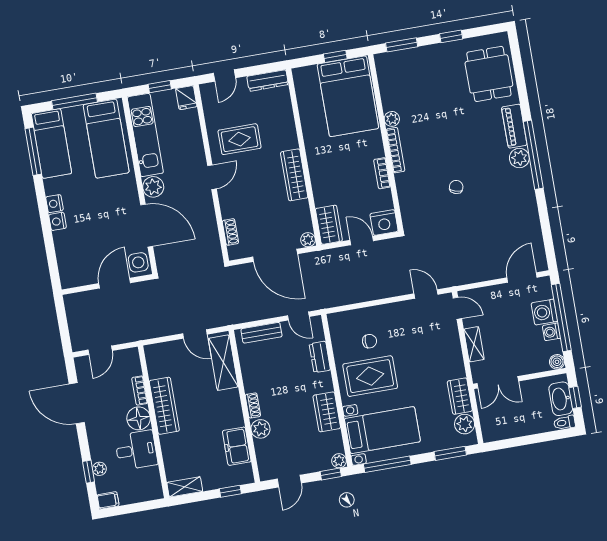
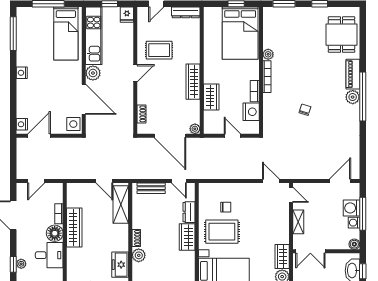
bed: (51, 143) -> (27, 30), removed
nightstand: (58, 221) -> (22, 124), moved
nightstand: (384, 223) -> (251, 112), moved, turned -90
wardrobe: (329, 225) -> (211, 97), moved
door: (115, 283) -> (39, 136), moved
window: (561, 317) -> (363, 214), width x0.68
wardrobe: (327, 412) -> (187, 237), moved

